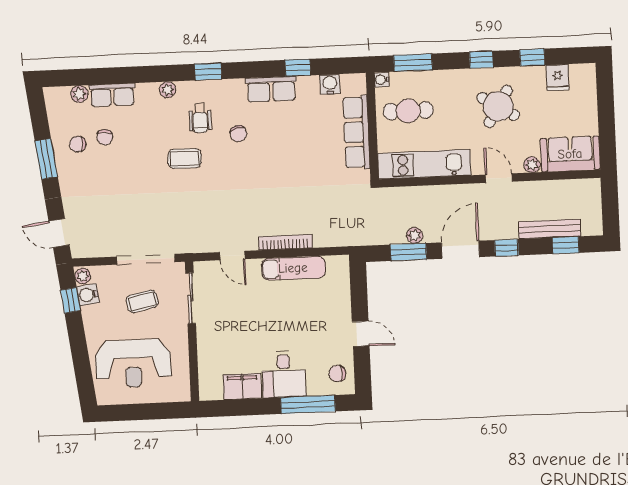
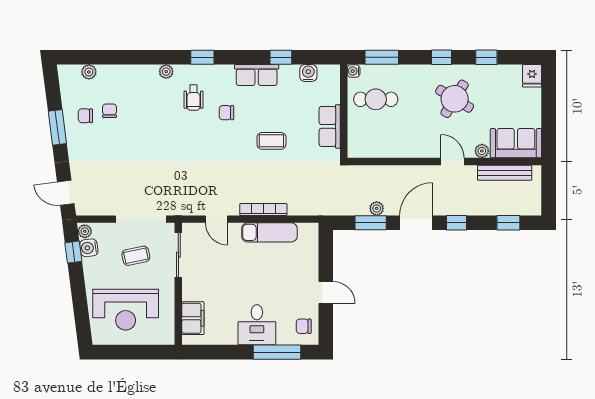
fridge: (558, 77) -> (532, 76), moved
row of seats: (112, 95) -> (118, 74), removed
row of seats: (356, 132) -> (330, 126), width x0.68
chair: (238, 134) -> (226, 113), turned 106
chair: (105, 137) -> (109, 111), turned 180
coffee table: (185, 158) -> (271, 141), moved
kitchen unit: (424, 164) -> (388, 147), removed
bench: (550, 229) -> (505, 173), moved
filing cabinet: (242, 387) -> (193, 318), moved, turned 90

